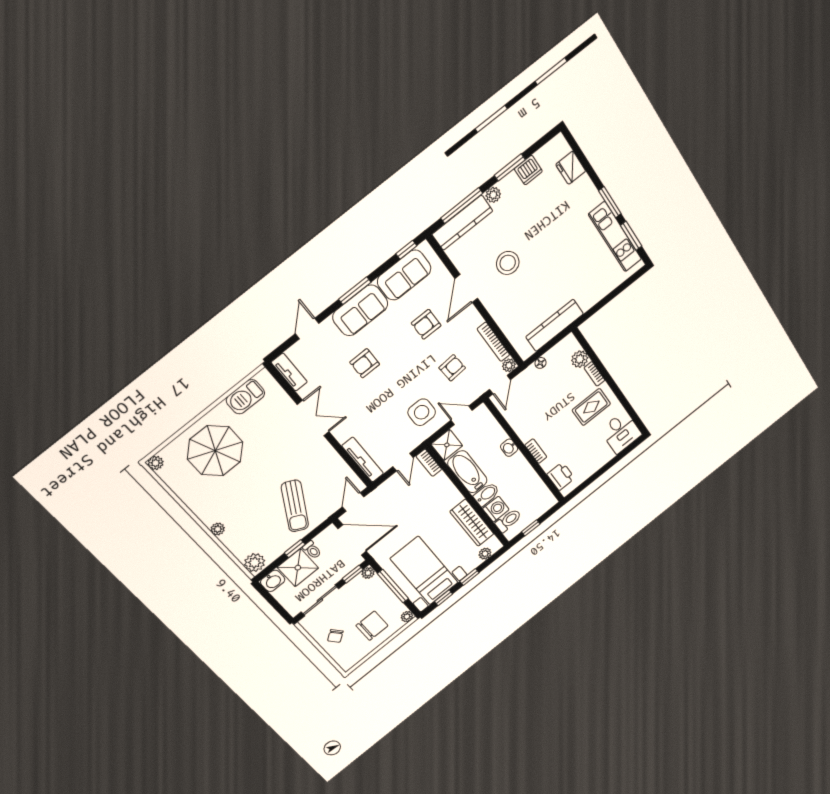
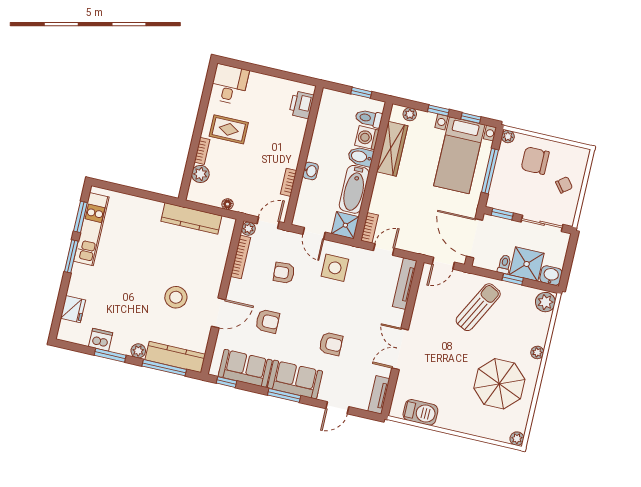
parasol: (215, 451) -> (499, 384), moved
bookcase: (536, 451) -> (288, 182), moved
plant: (368, 573) -> (493, 202), removed

